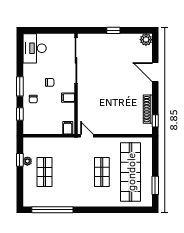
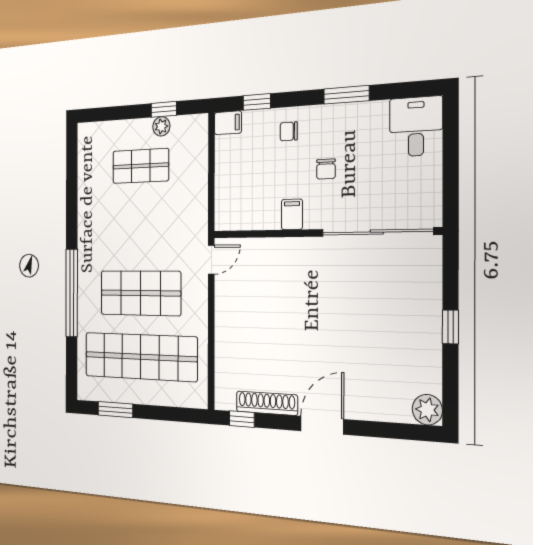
desk: (35, 48) -> (416, 127), width x0.73
door: (155, 72) -> (322, 425), moved
window: (20, 86) -> (346, 95), moved
filing cabinet: (68, 128) -> (228, 123), moved
shop shelf: (102, 172) -> (140, 293), width x1.43, depth x1.36
window: (52, 210) -> (72, 293), moved

